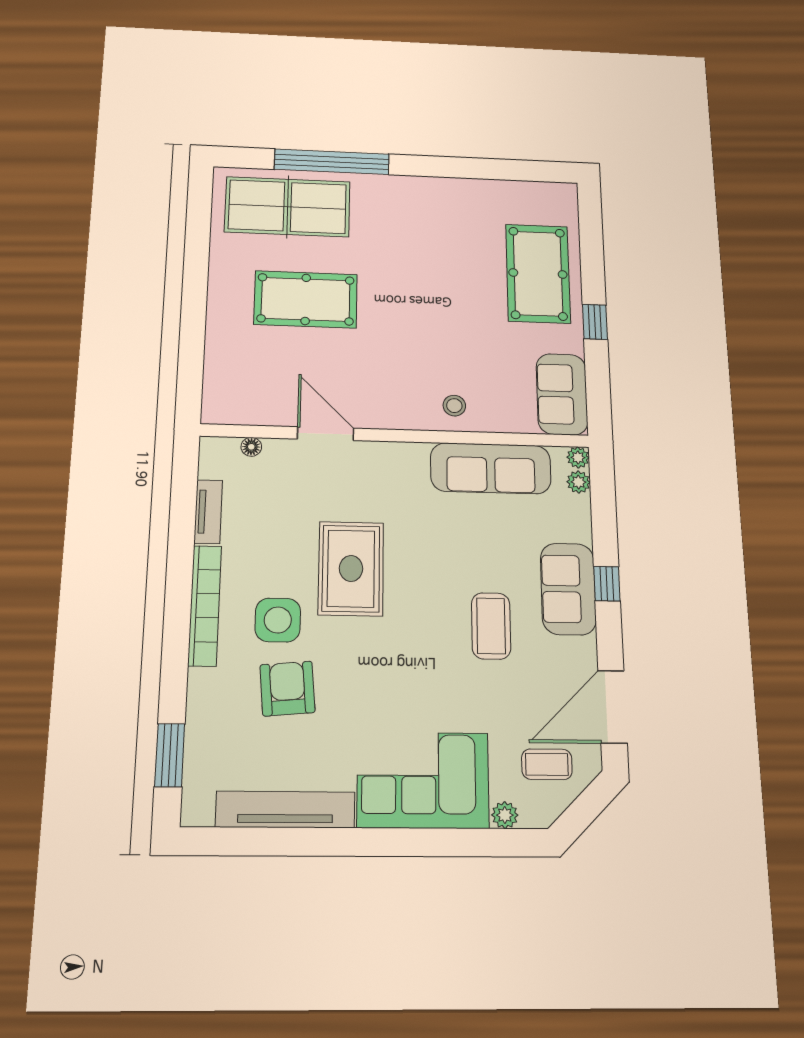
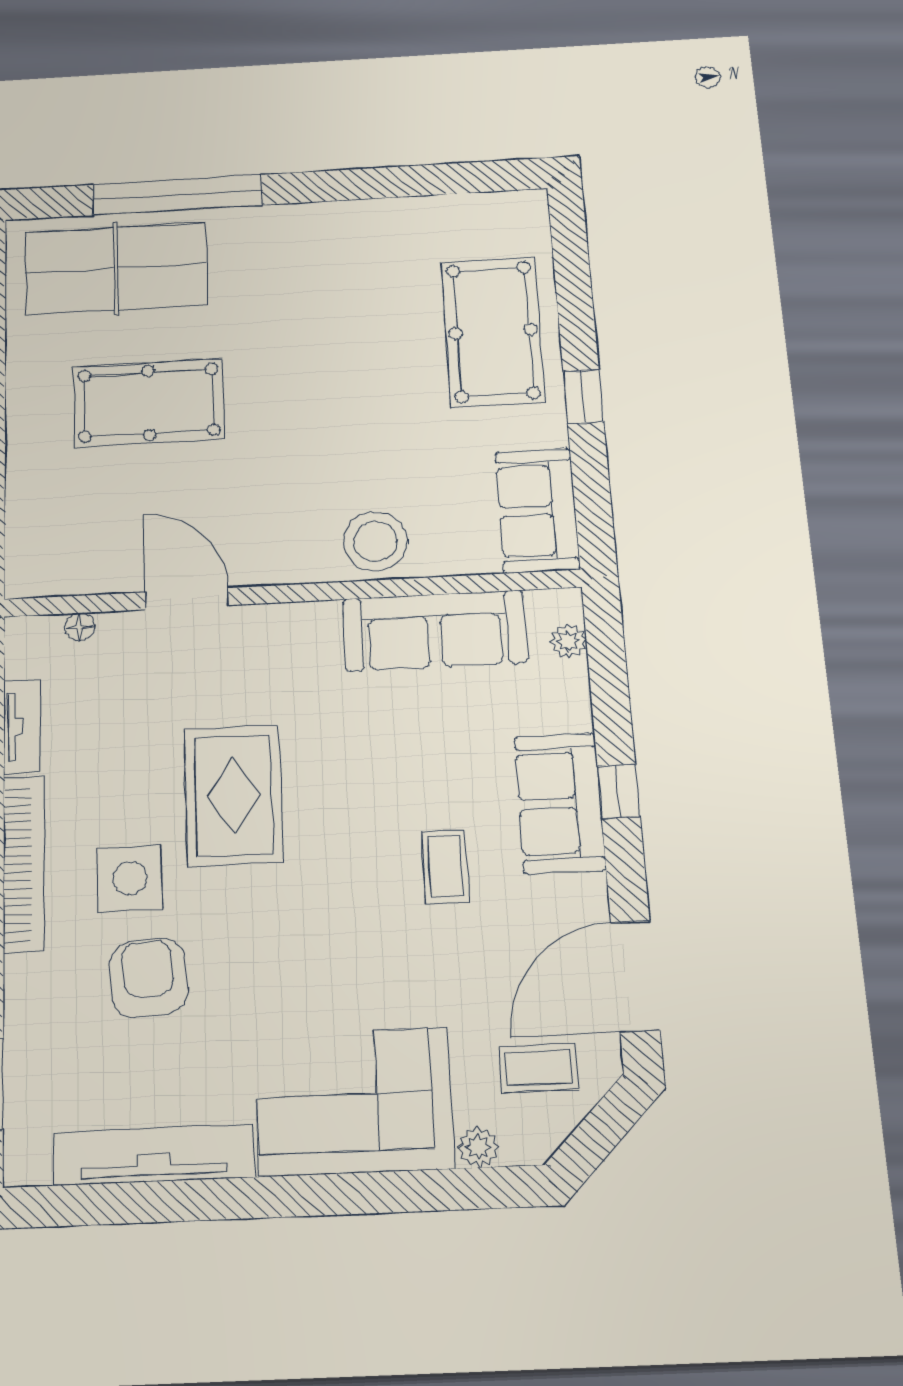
stool: (454, 406) -> (376, 541), width x1.89, depth x1.89
plant: (578, 457) -> (566, 604), removed
coffee table: (491, 626) -> (445, 866), width x0.73, depth x0.77

